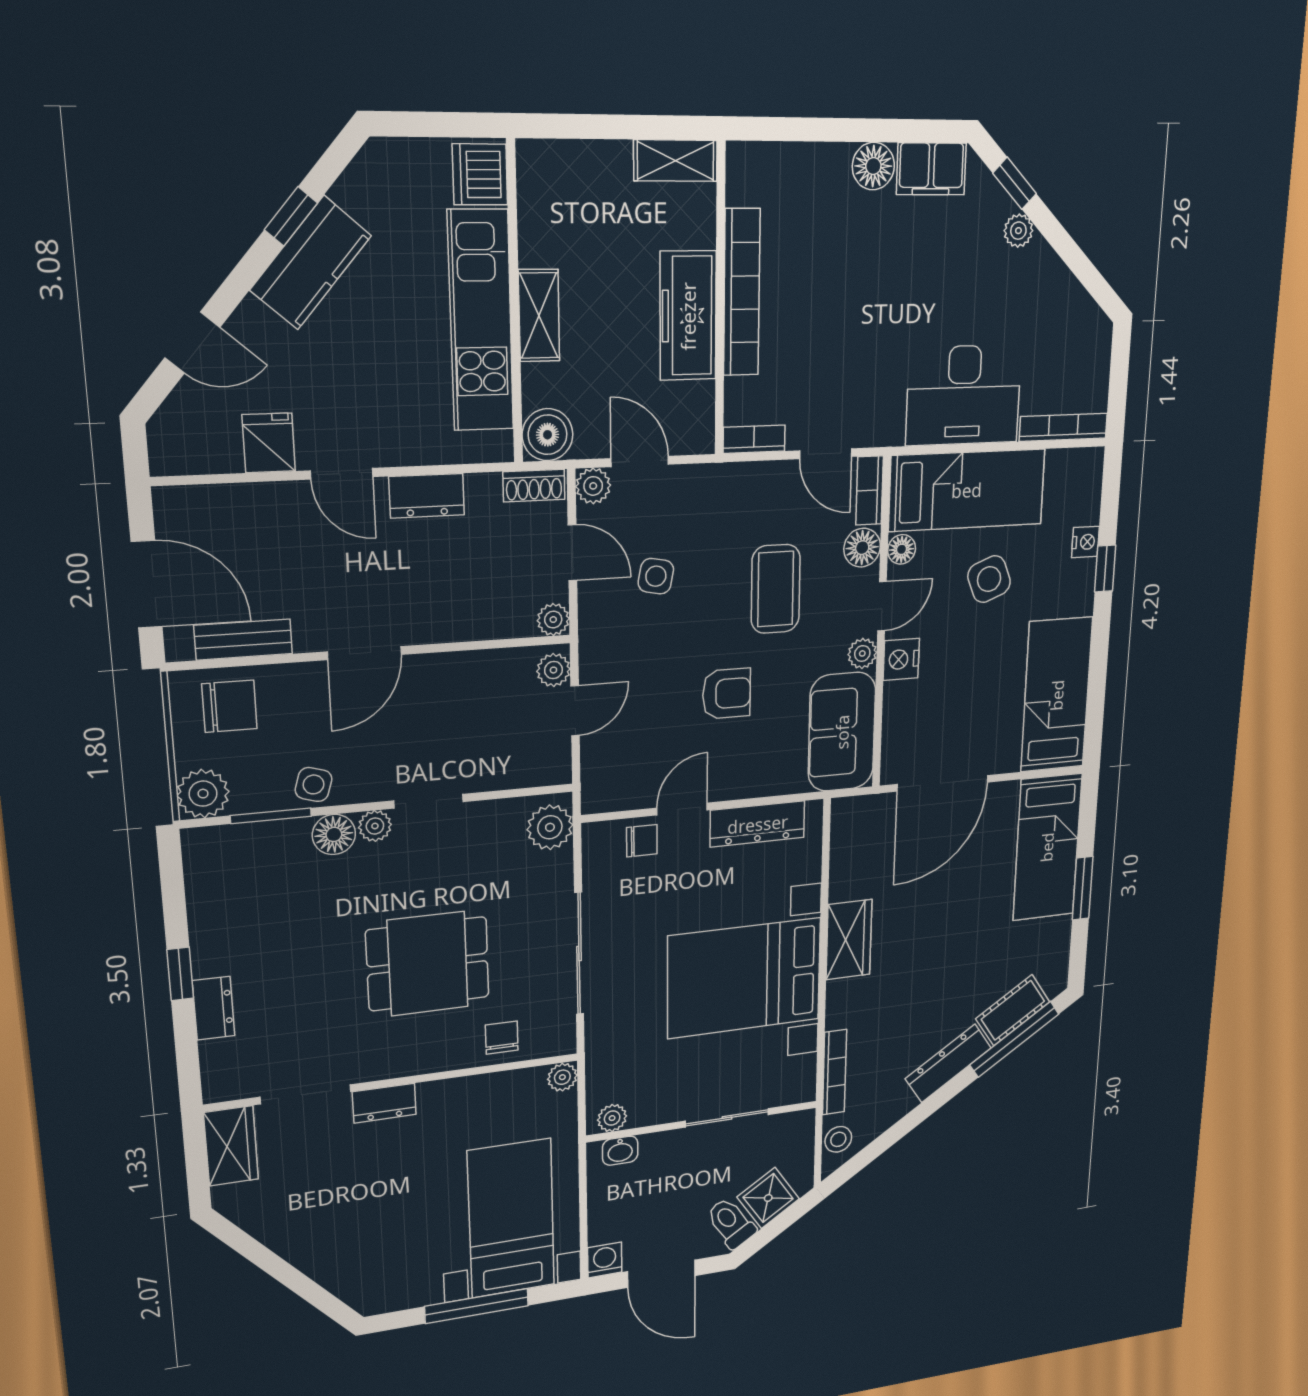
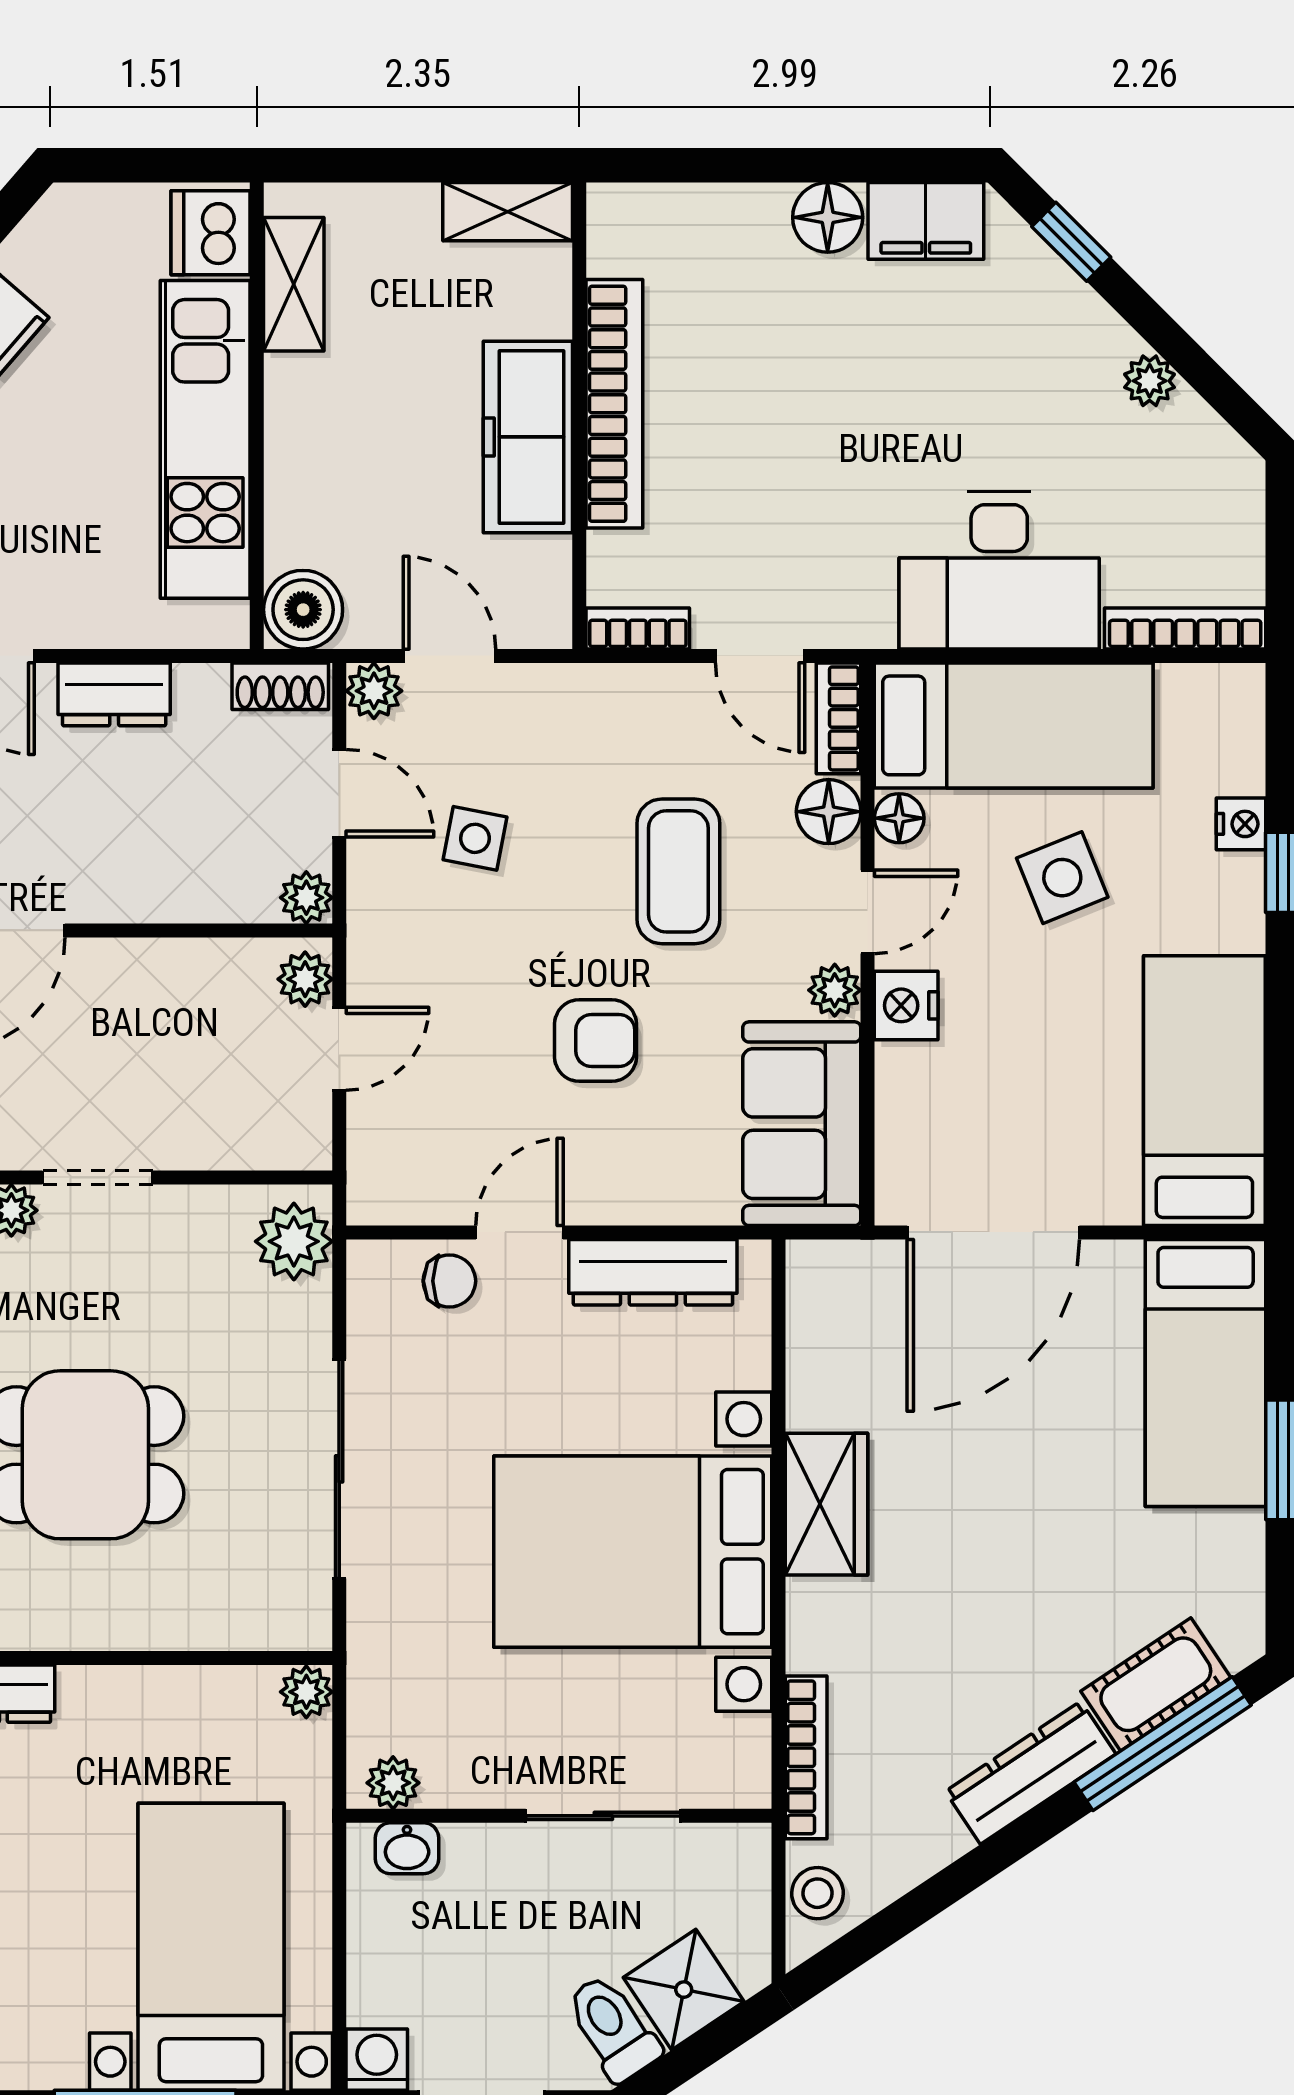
plant: (1018, 231) -> (1150, 381), moved
shelving: (539, 316) -> (294, 284), moved
chair: (502, 1038) -> (204, 1603), removed

